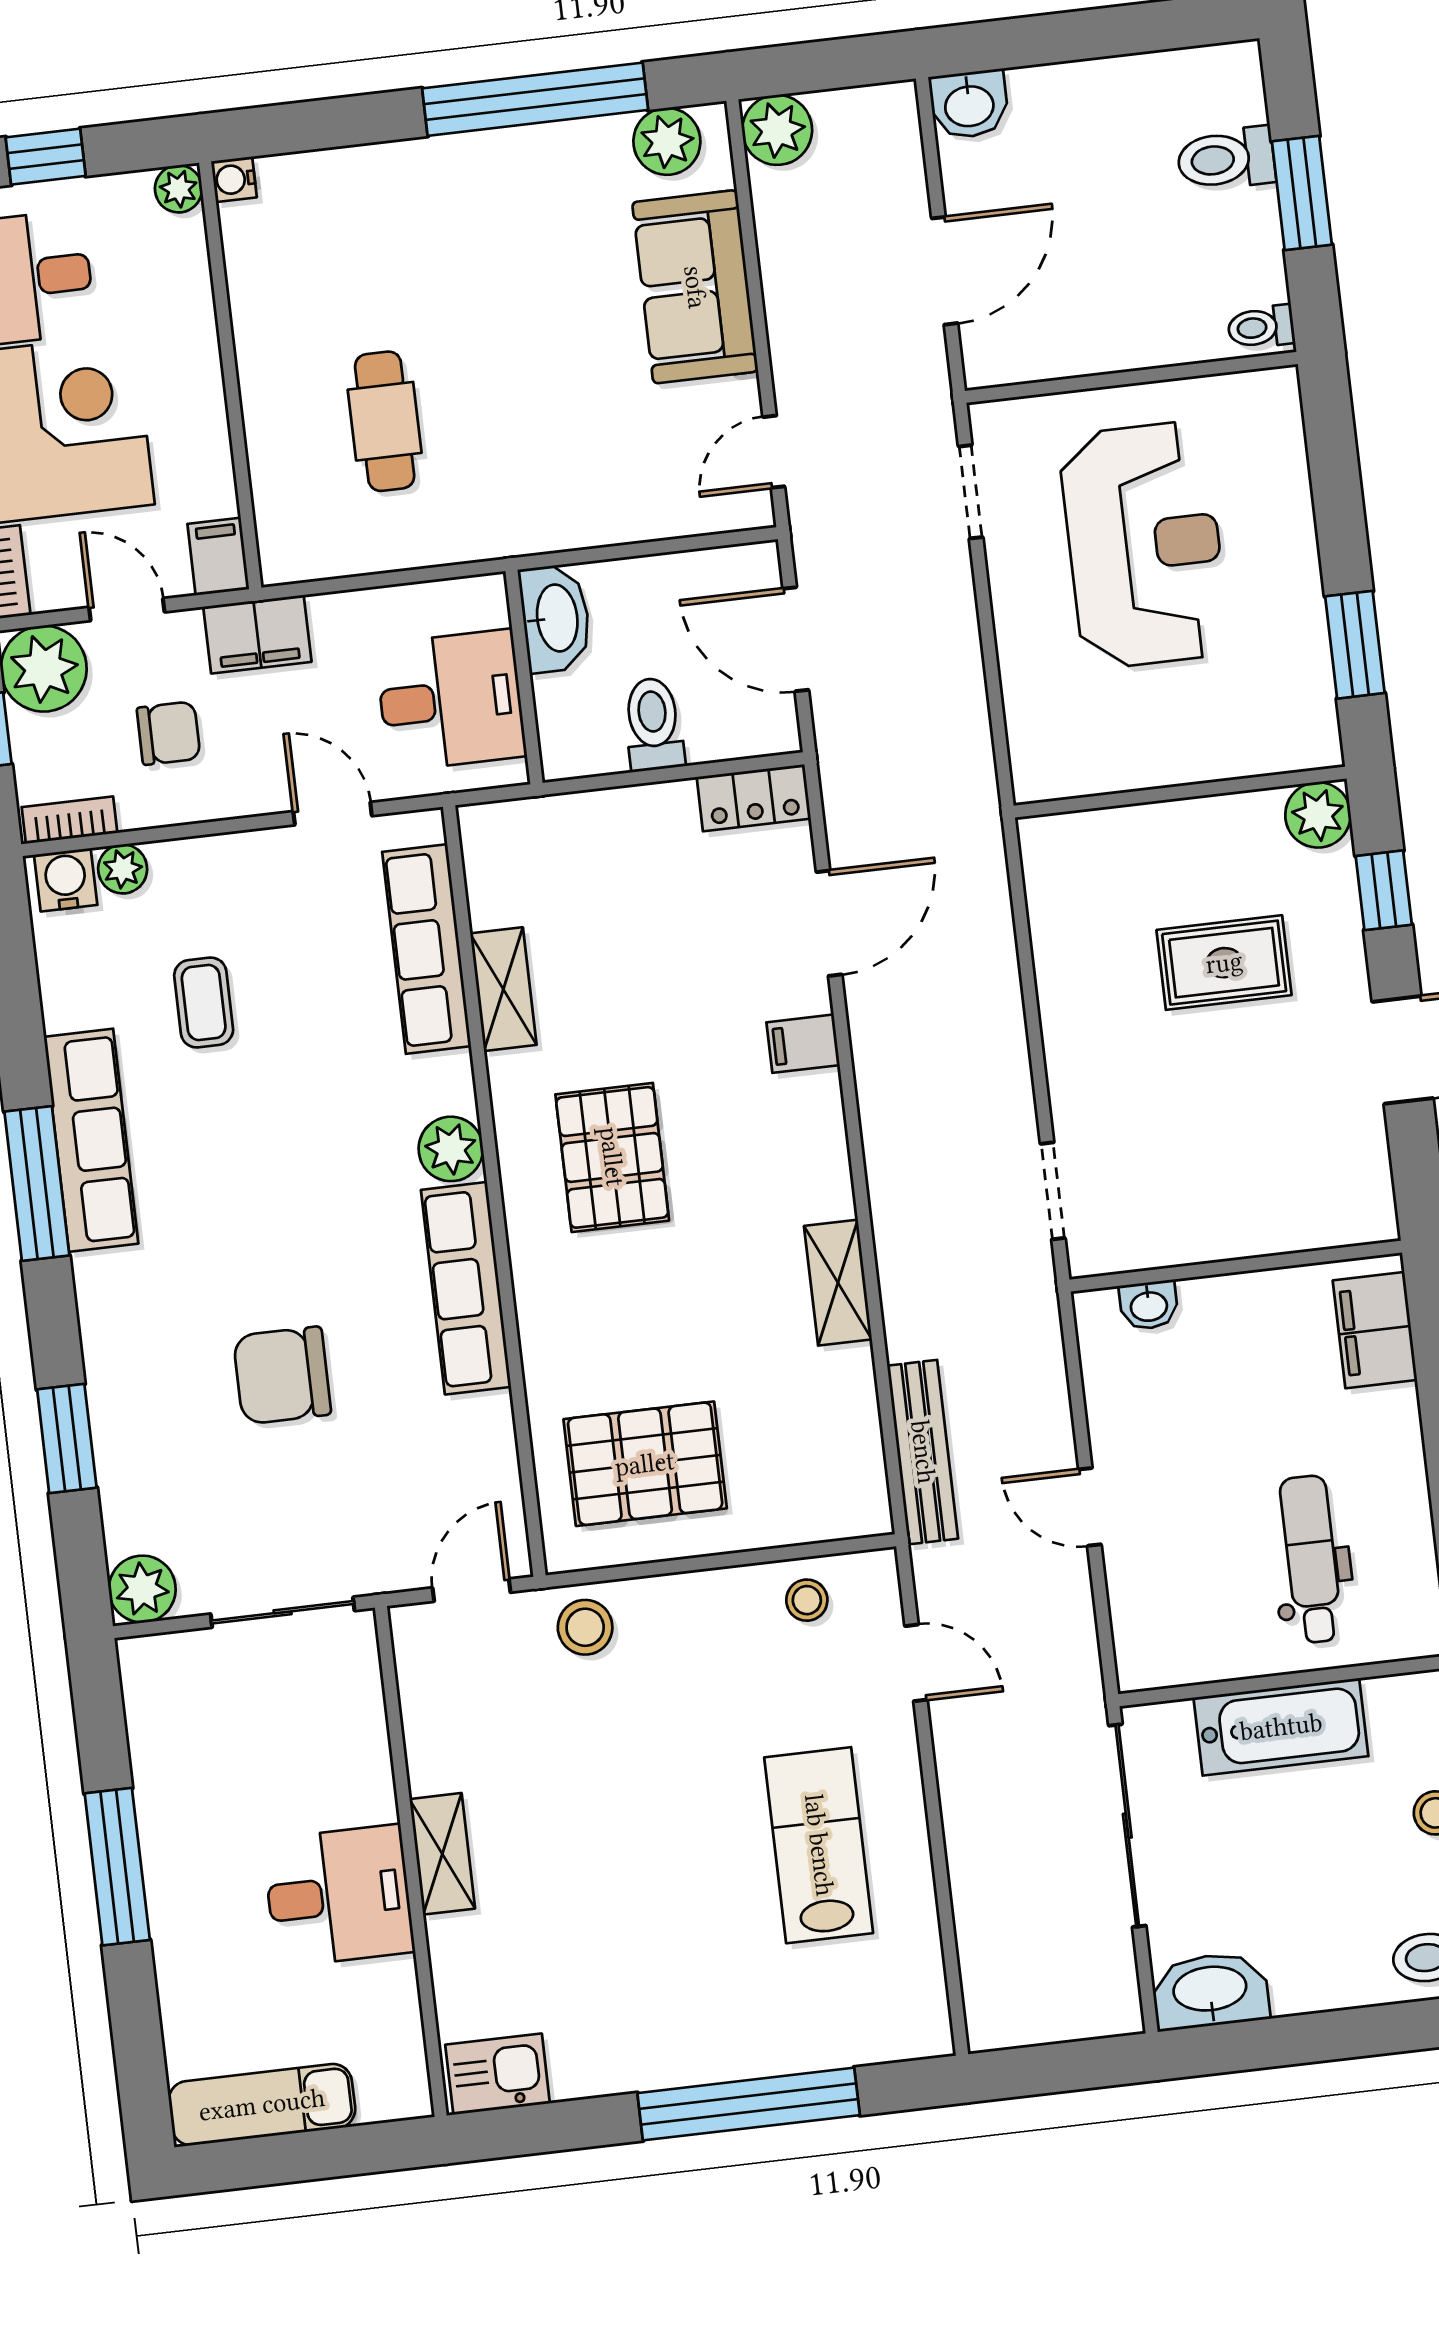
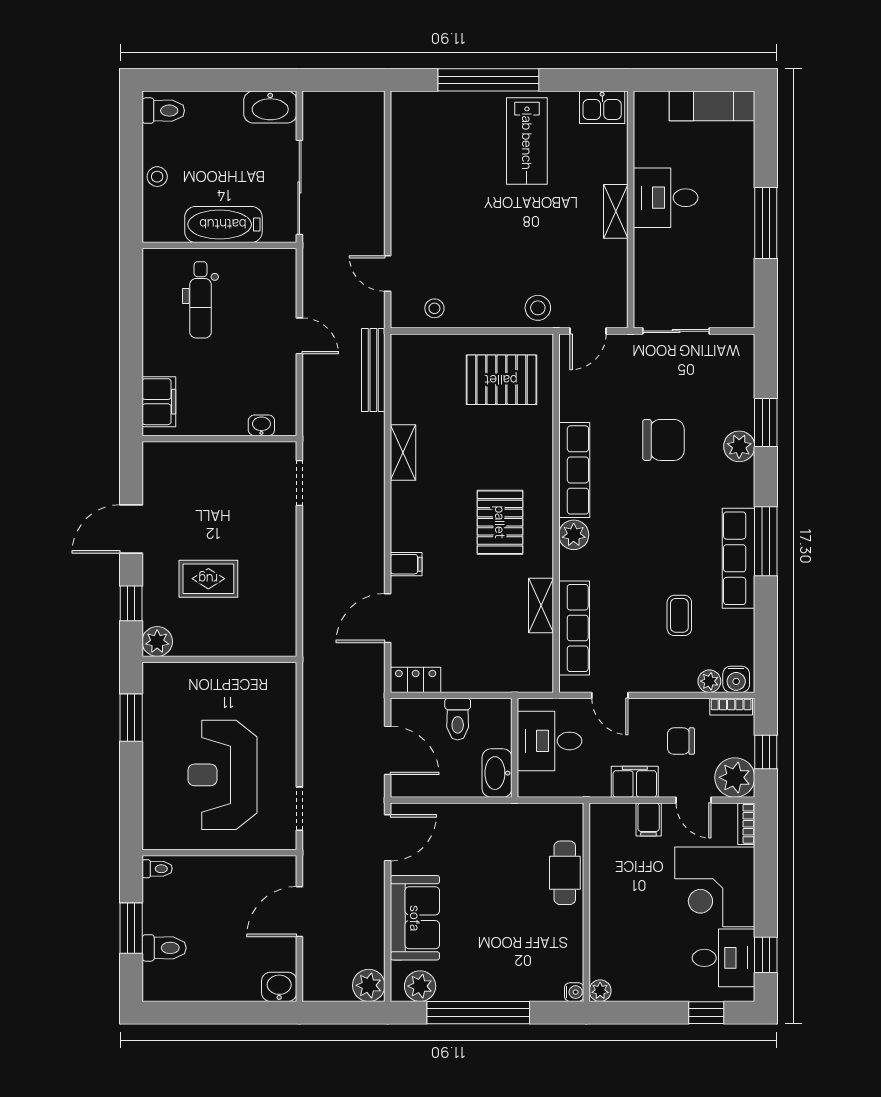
water cooler: (234, 179) -> (574, 992), moved
plant: (179, 189) -> (600, 991), moved
wall: (230, 375) -> (586, 902), moved
door: (774, 452) -> (388, 838), width x1.38
plant: (142, 1589) -> (739, 446), moved
lab bench: (819, 1845) -> (527, 141), moved

